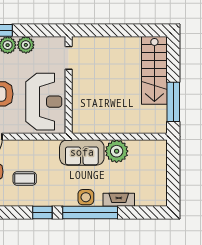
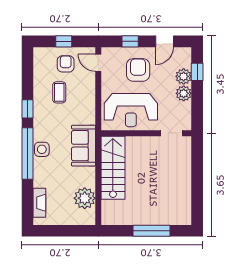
stairs: (154, 70) -> (113, 168), moved, turned 90
window: (173, 102) -> (151, 231), moved
plant: (117, 151) -> (85, 198), moved
fireplace: (119, 200) -> (39, 203), moved

